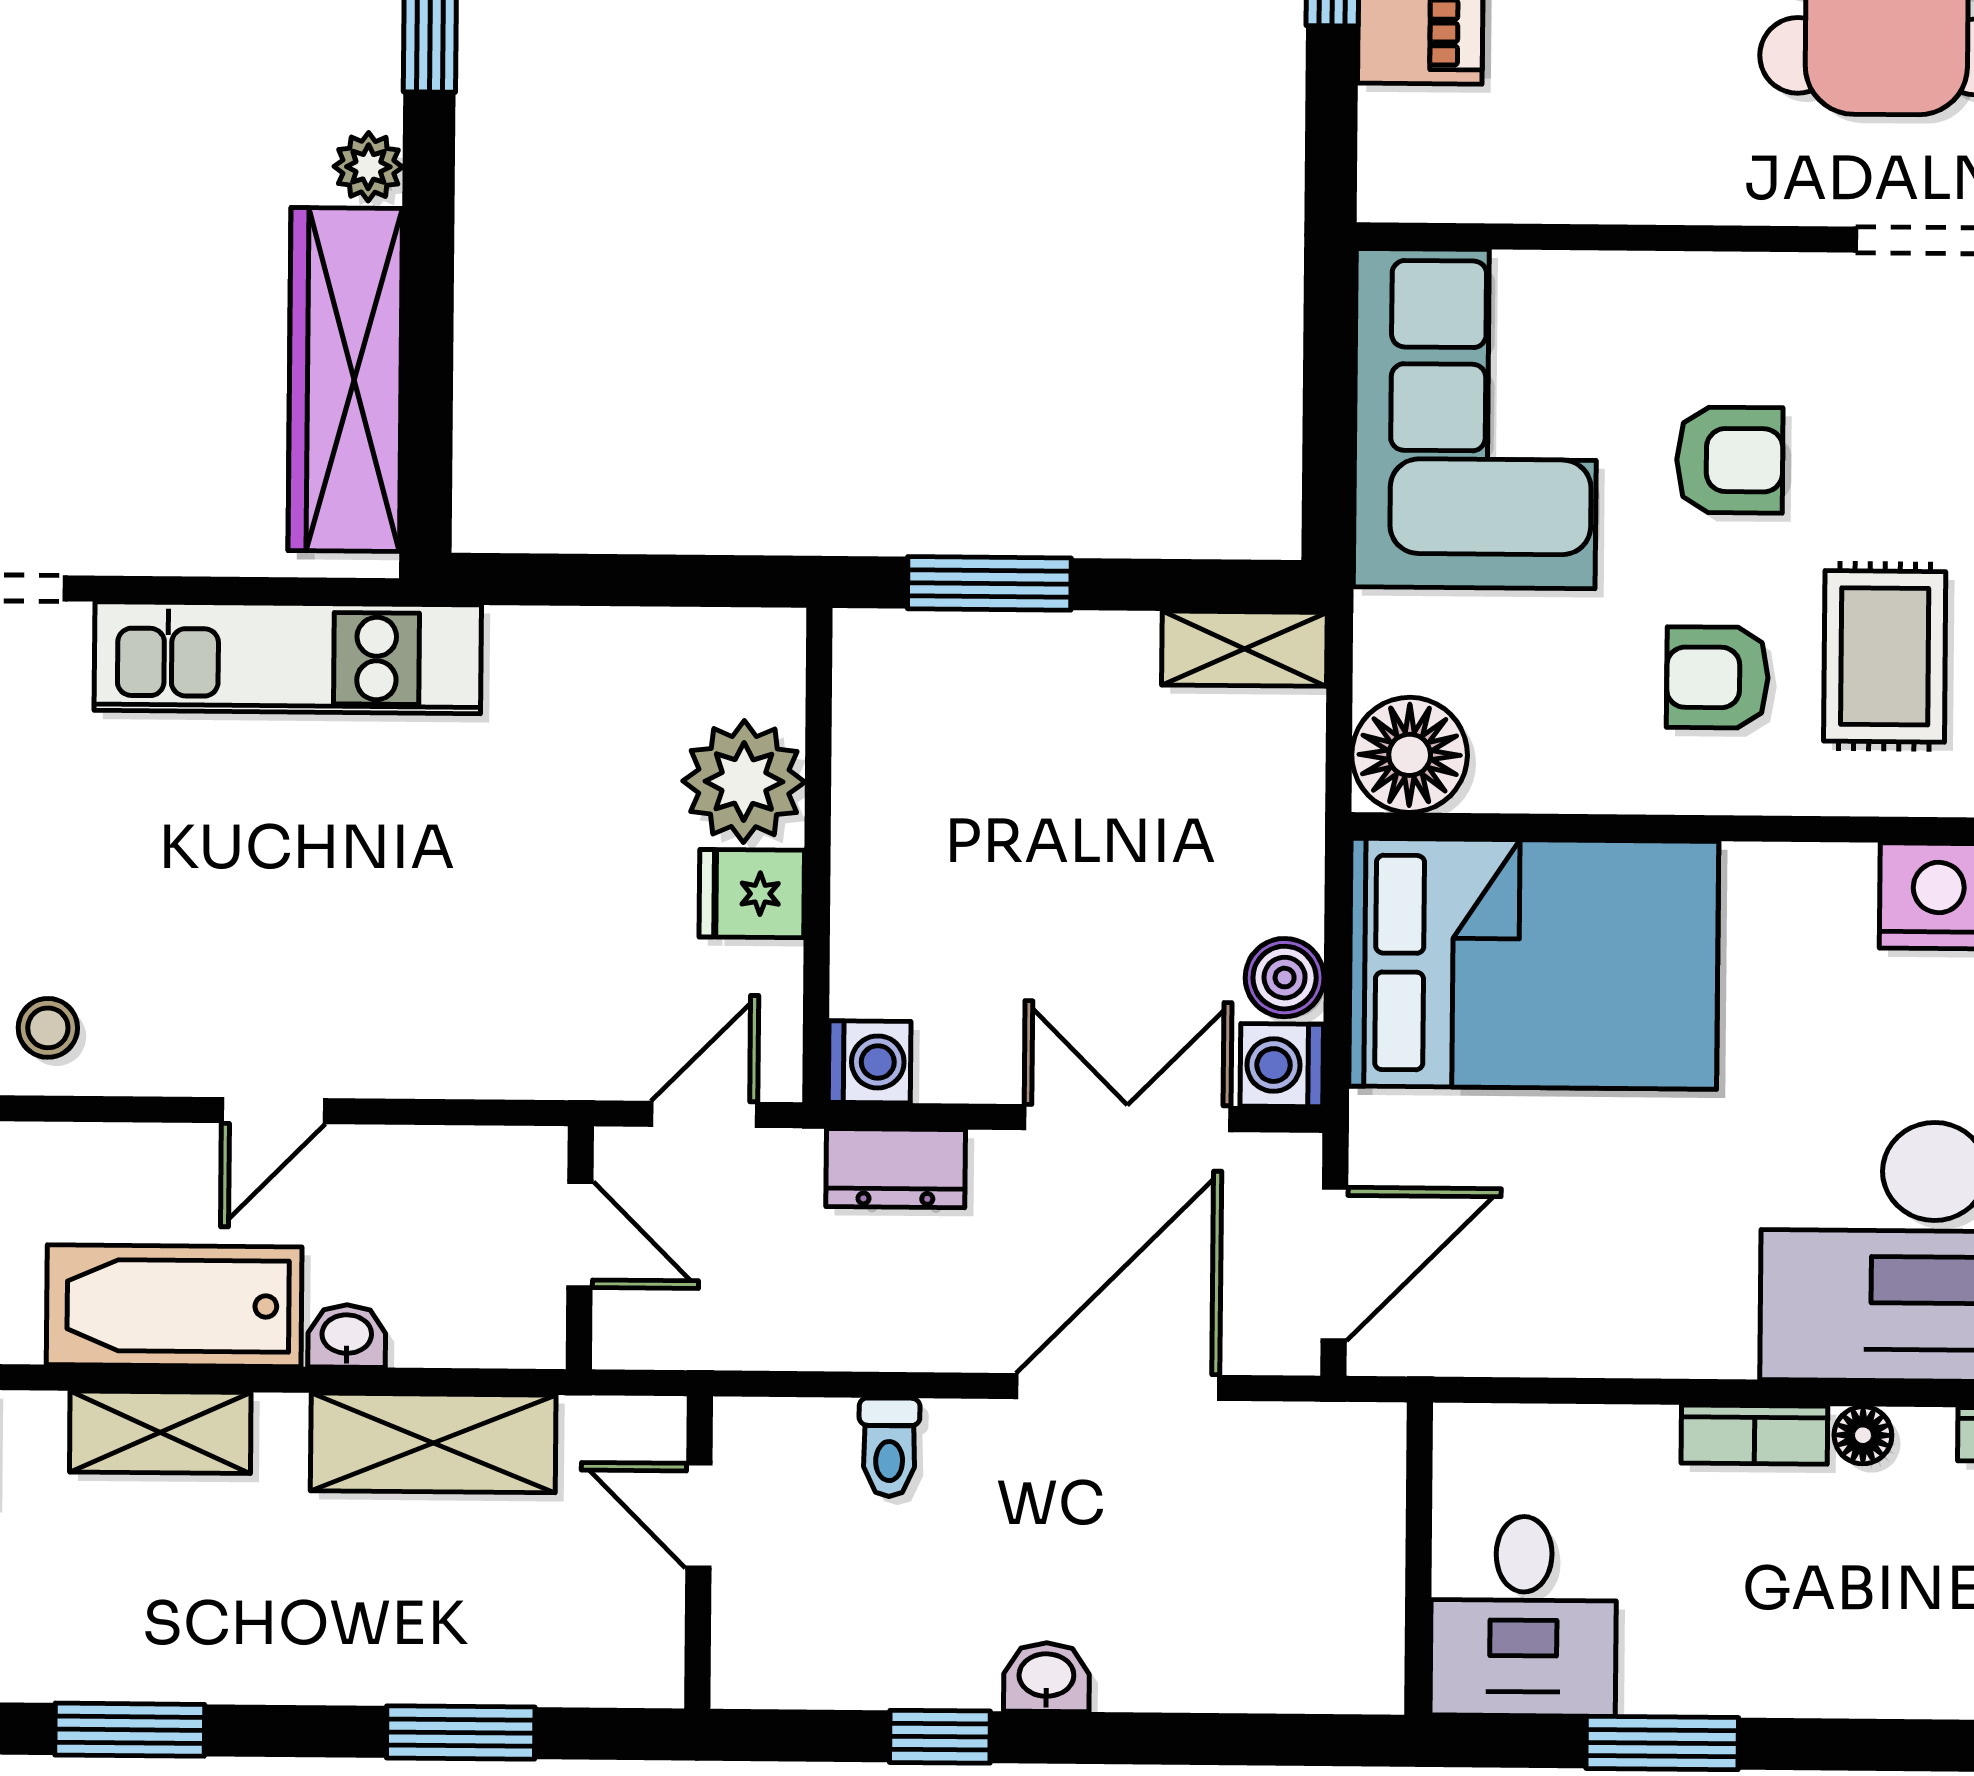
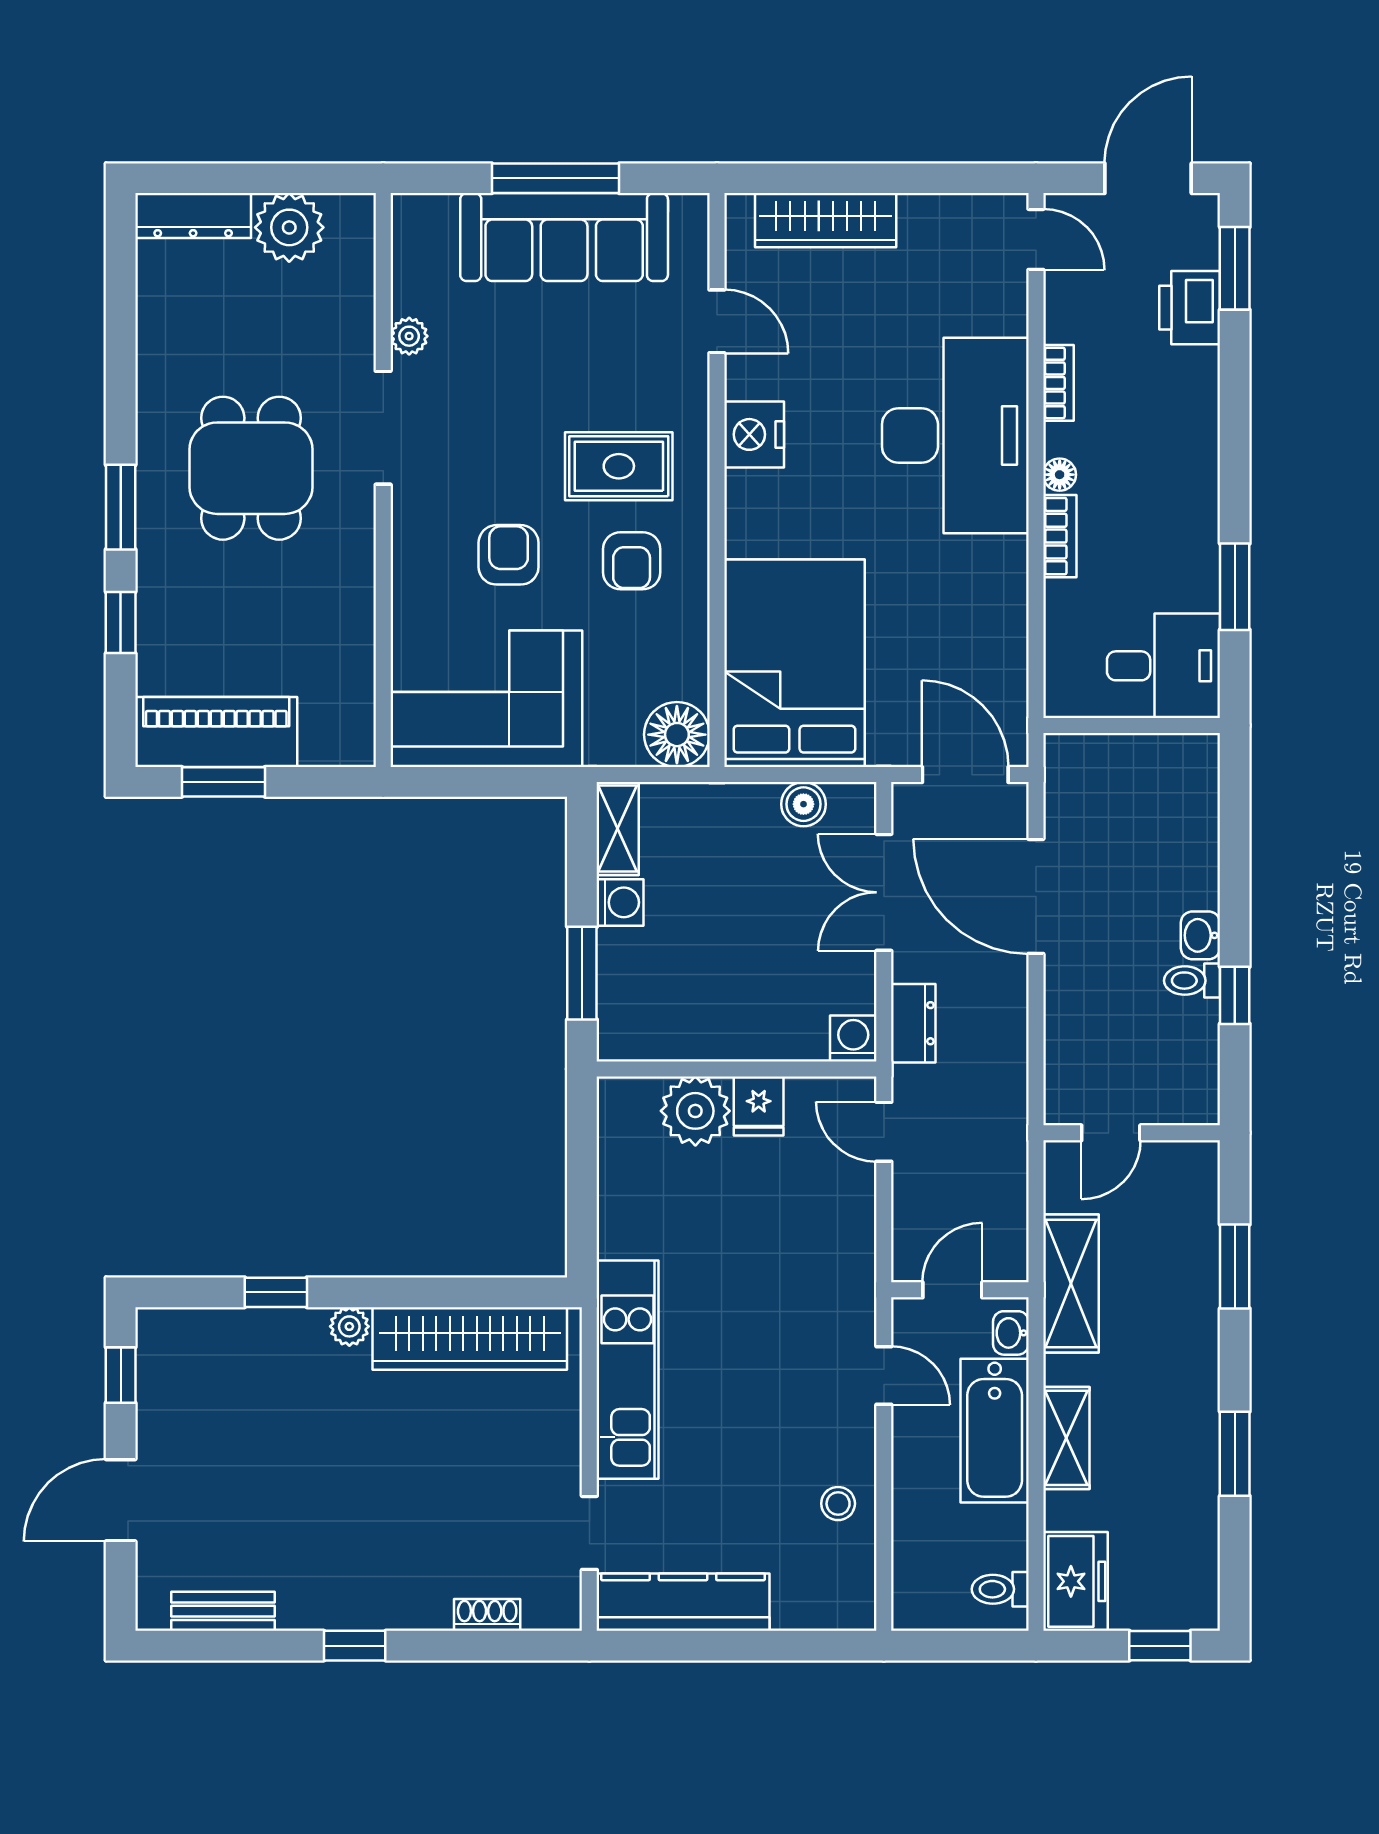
washing machine: (1282, 1065) -> (620, 902), moved, turned -90
door: (580, 1235) -> (952, 1290), moved
wall: (580, 1248) -> (960, 1290), moved
toilet: (889, 1447) -> (1192, 981), moved, turned 180

